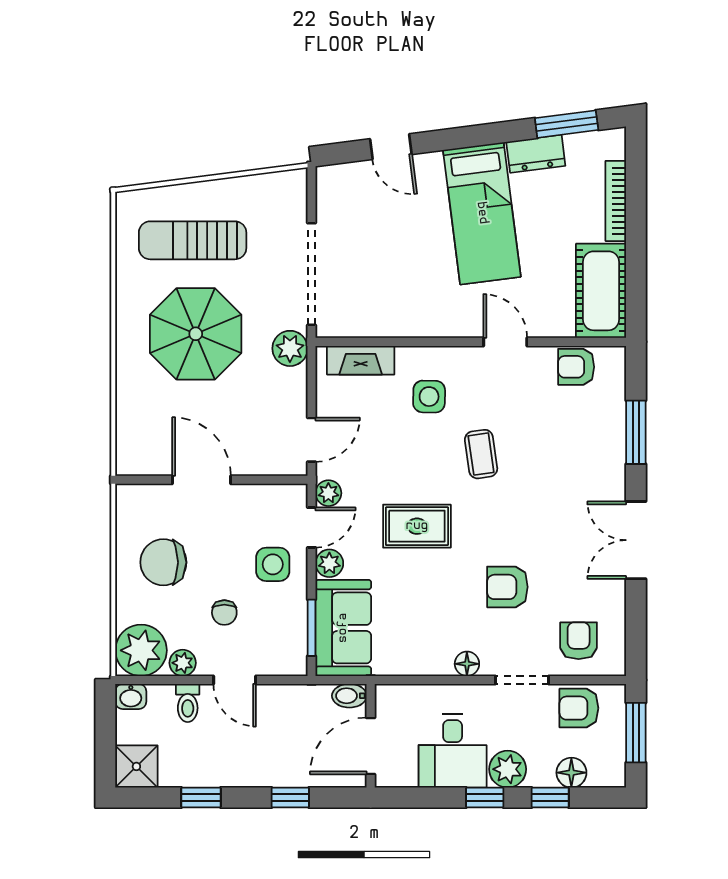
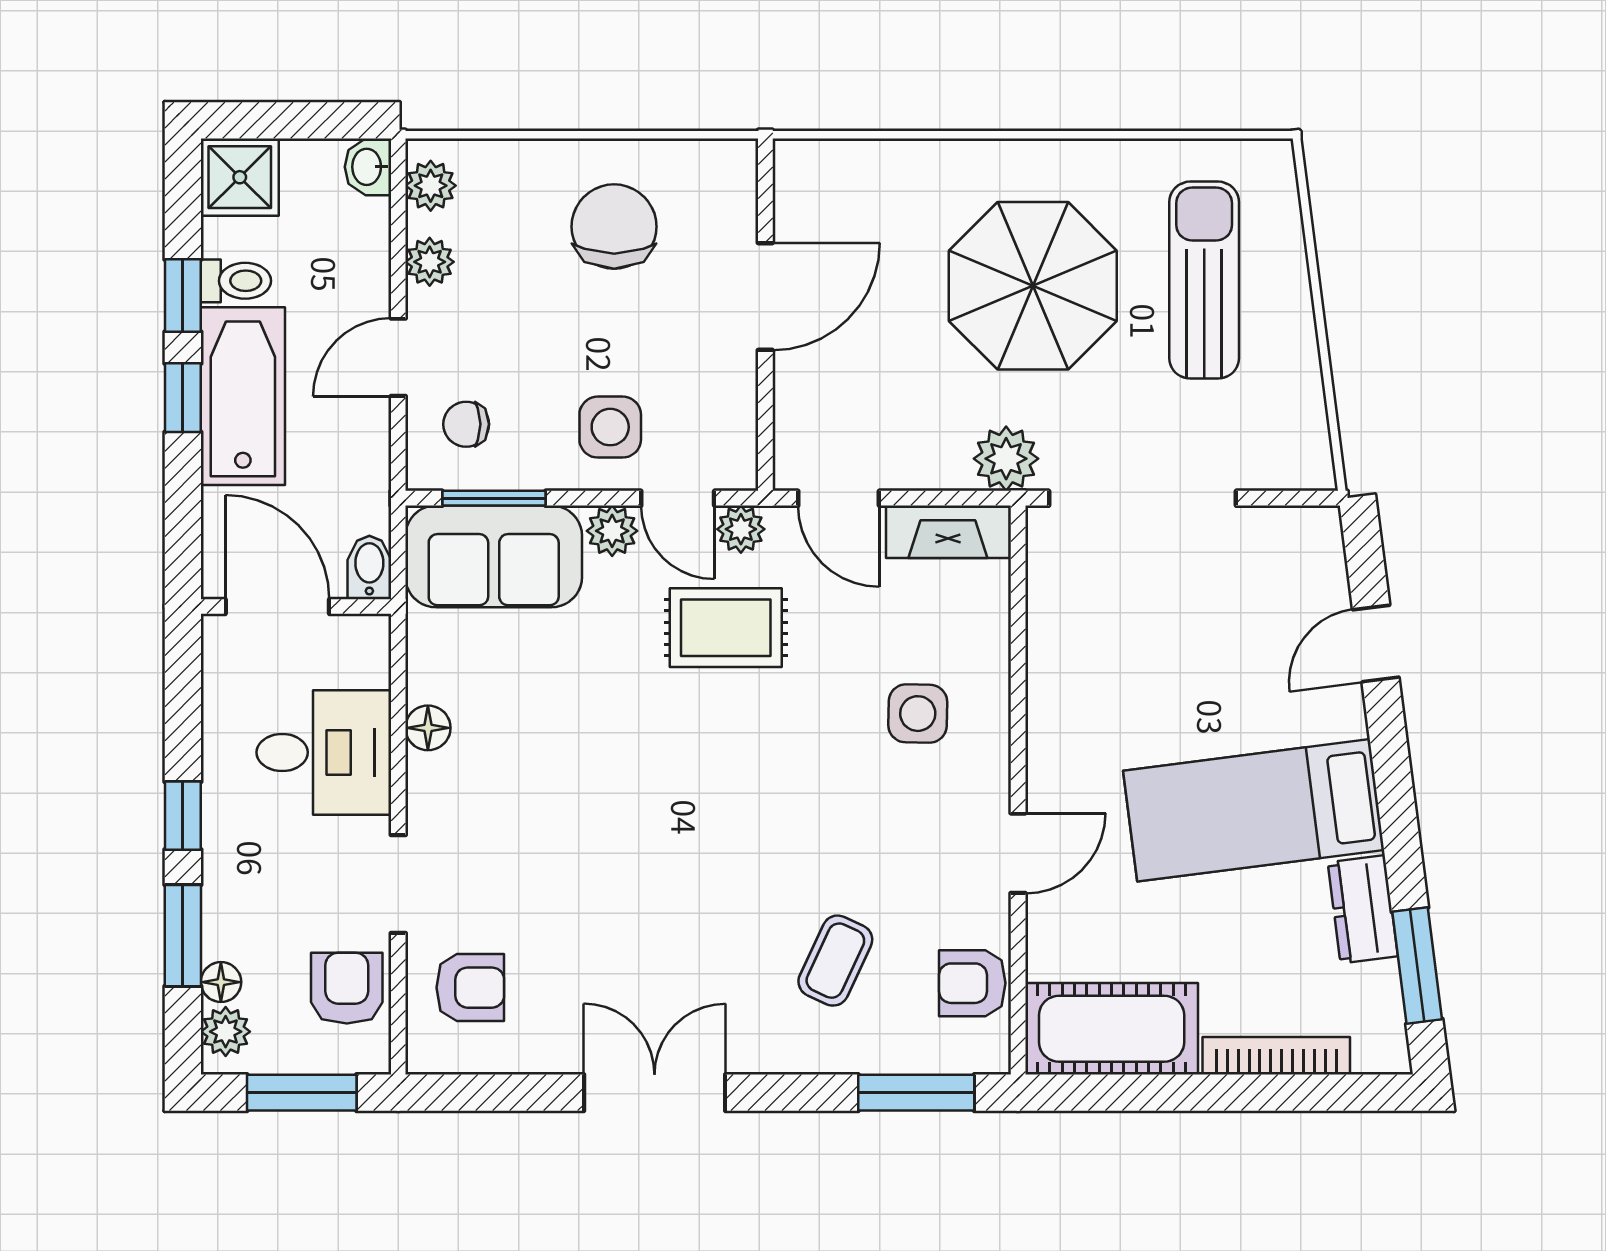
fireplace: (361, 360) -> (948, 532), moved, turned -90
armchair: (576, 367) -> (972, 983), turned -90
window: (636, 432) -> (916, 1093), moved
coffee table: (481, 454) -> (835, 961), moved, turned -57
rug: (417, 526) -> (726, 628), moved, turned 90
armchair: (507, 587) -> (569, 857), removed
chair: (224, 613) -> (466, 424), moved
plant: (141, 650) -> (431, 186), width x0.53, depth x0.53
floor lamp: (467, 664) -> (428, 728), moved
toilet: (188, 703) -> (236, 281), moved, turned 180
desk: (453, 751) -> (324, 752), moved, turned 180
bathtub: (256, 765) -> (243, 396), added
plant: (508, 769) -> (226, 1032), moved, width x0.73, depth x0.73
floor lamp: (571, 773) -> (221, 982), width x0.73, depth x0.73
window: (290, 797) -> (183, 398), moved
window: (550, 797) -> (183, 936), width x1.50

